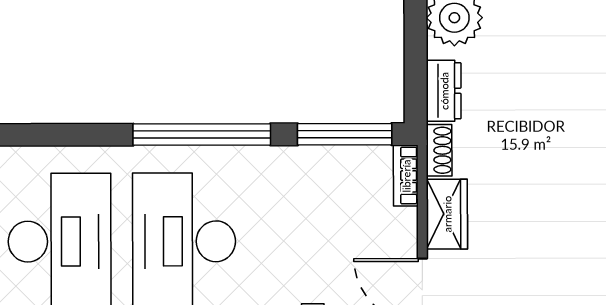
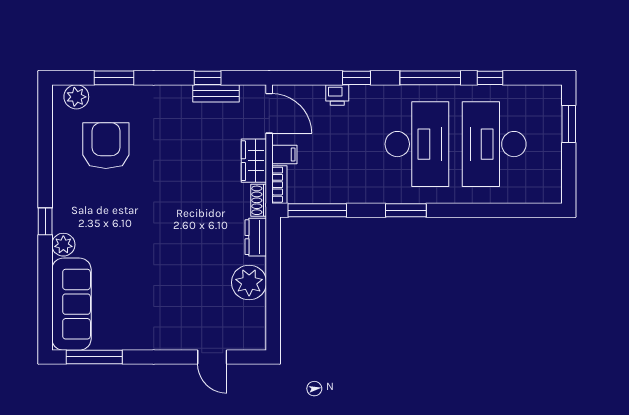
window: (202, 135) -> (406, 210), width x0.47
filing cabinet: (398, 224) -> (284, 155), added

